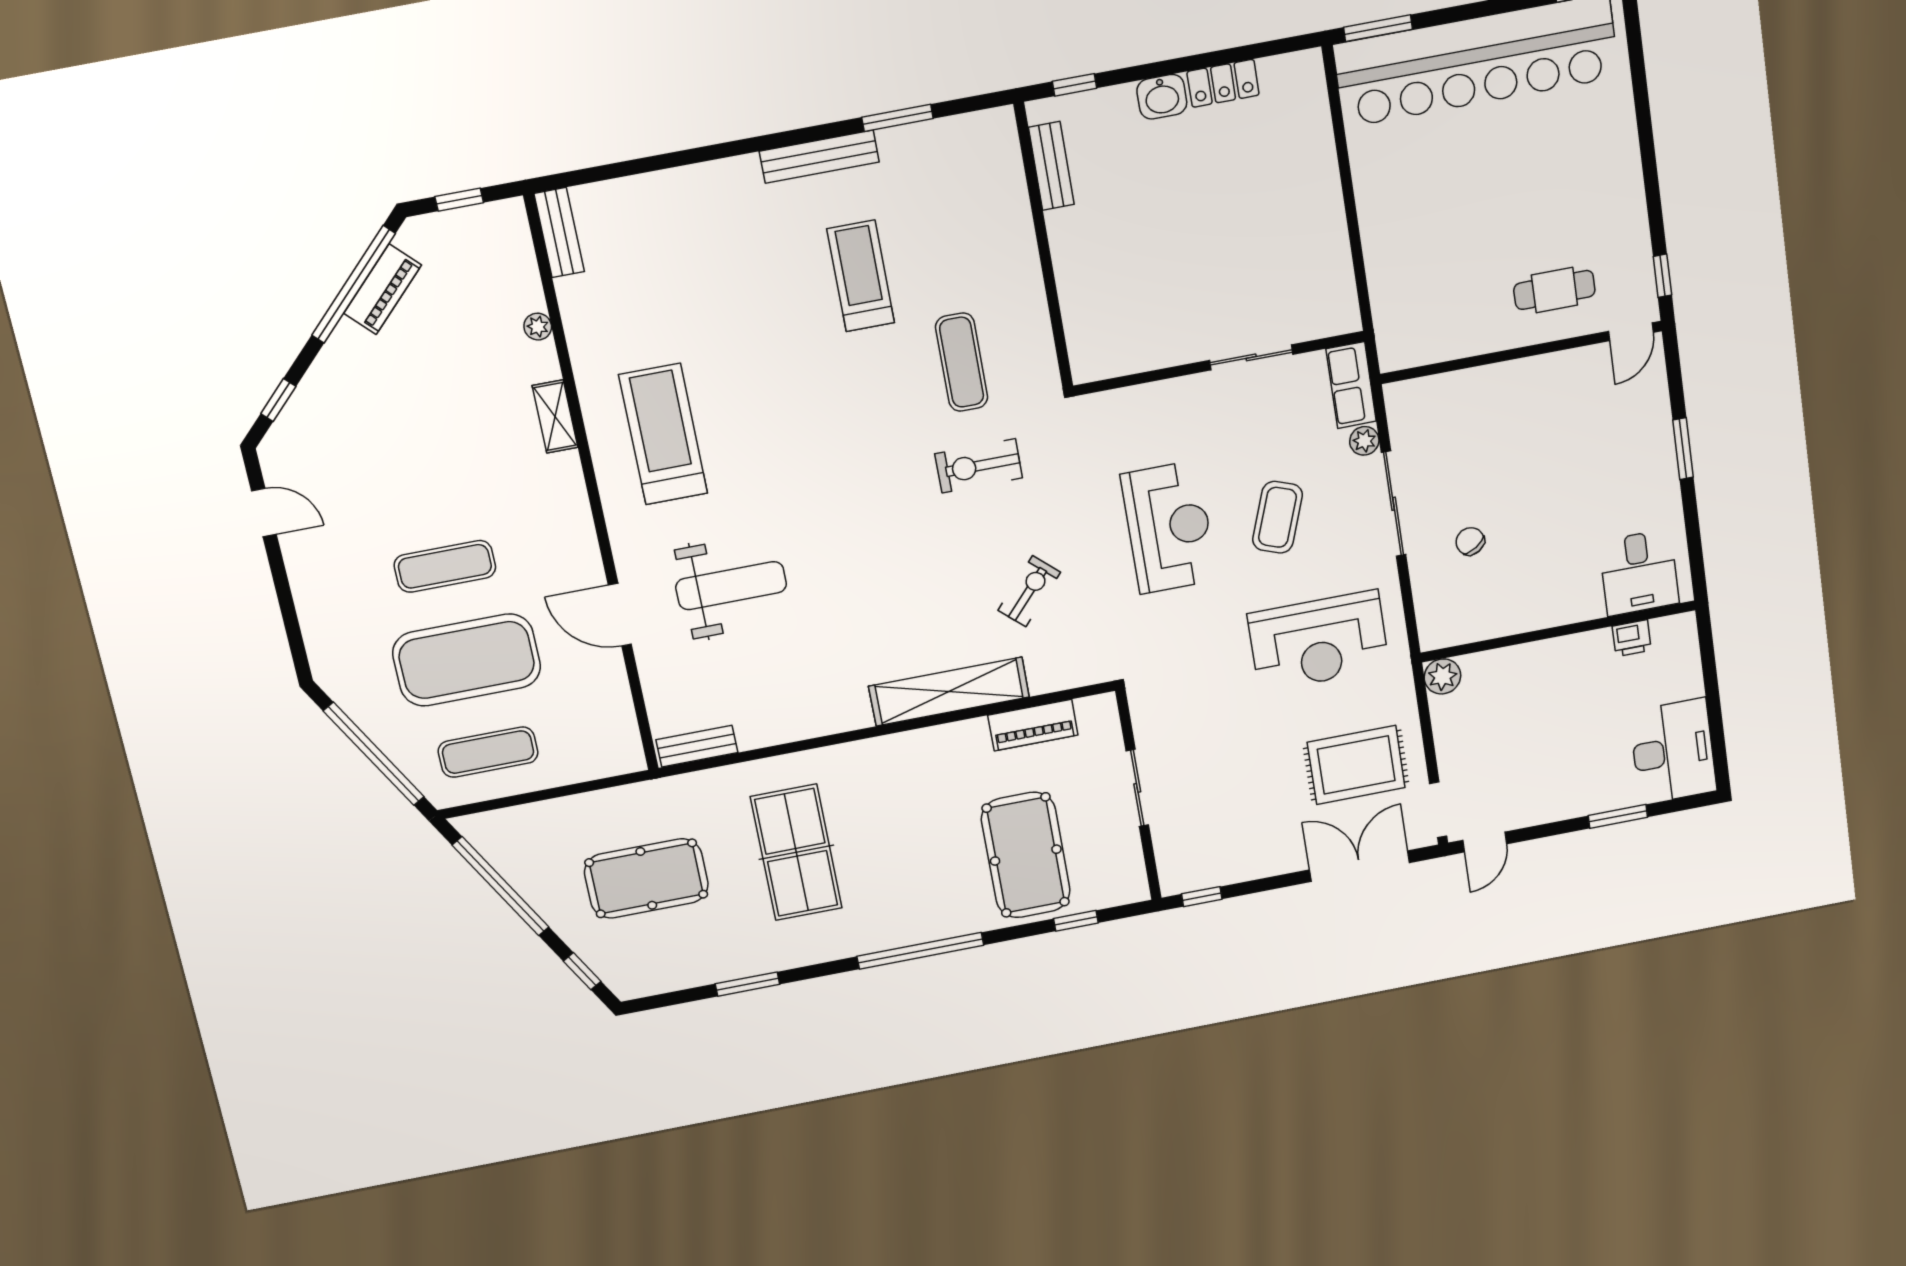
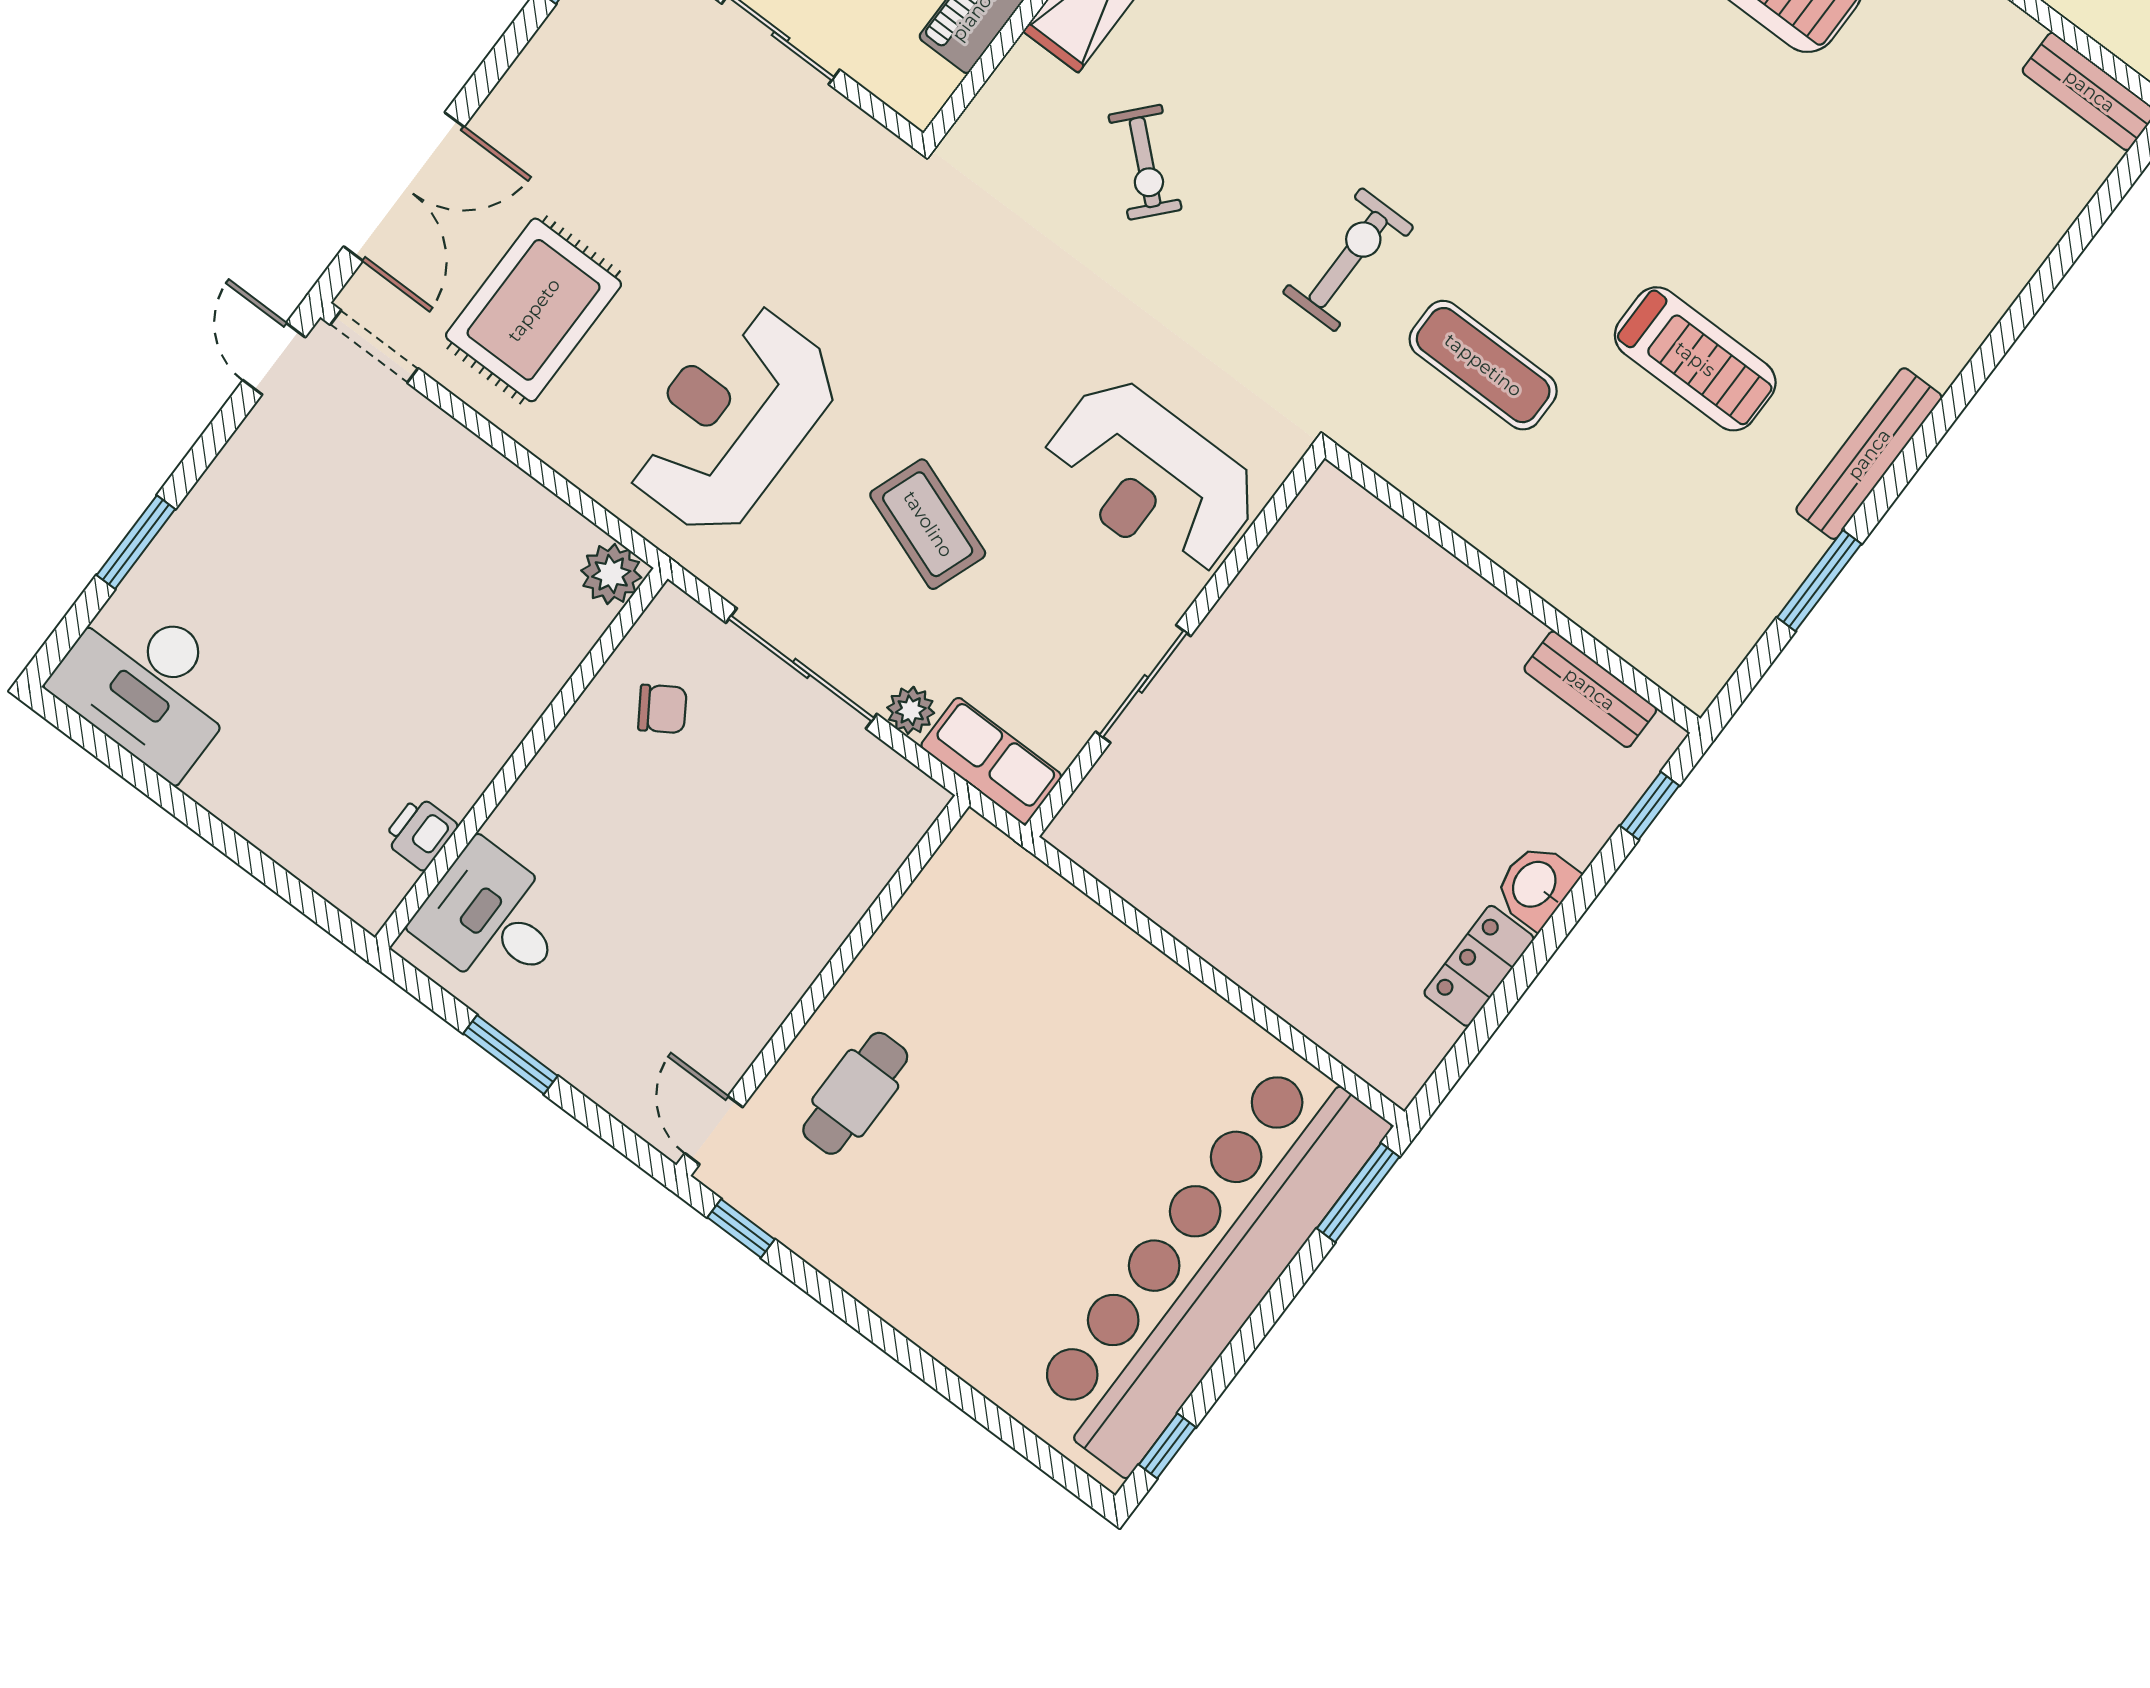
reception desk: (1169, 527) -> (1150, 478), moved
desk: (1639, 572) -> (492, 919), moved
wall: (1558, 631) -> (521, 758), moved
printer: (1632, 638) -> (420, 833), moved
plant: (1442, 676) -> (611, 574), moved

